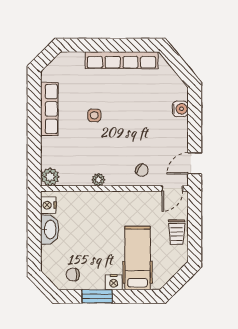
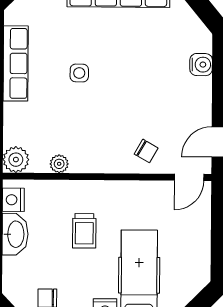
plant: (98, 180) -> (59, 164), moved
trolley: (177, 232) -> (84, 231), moved

